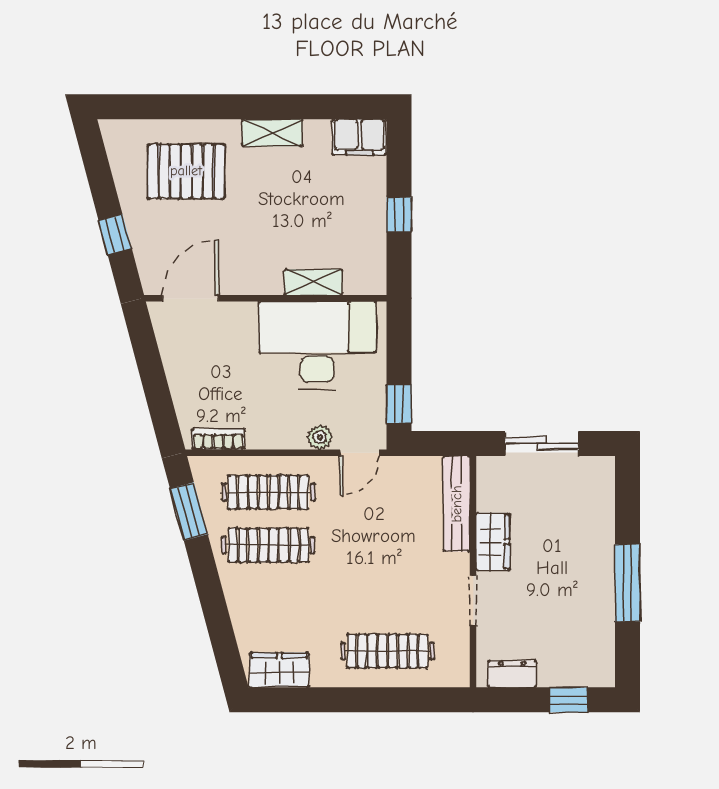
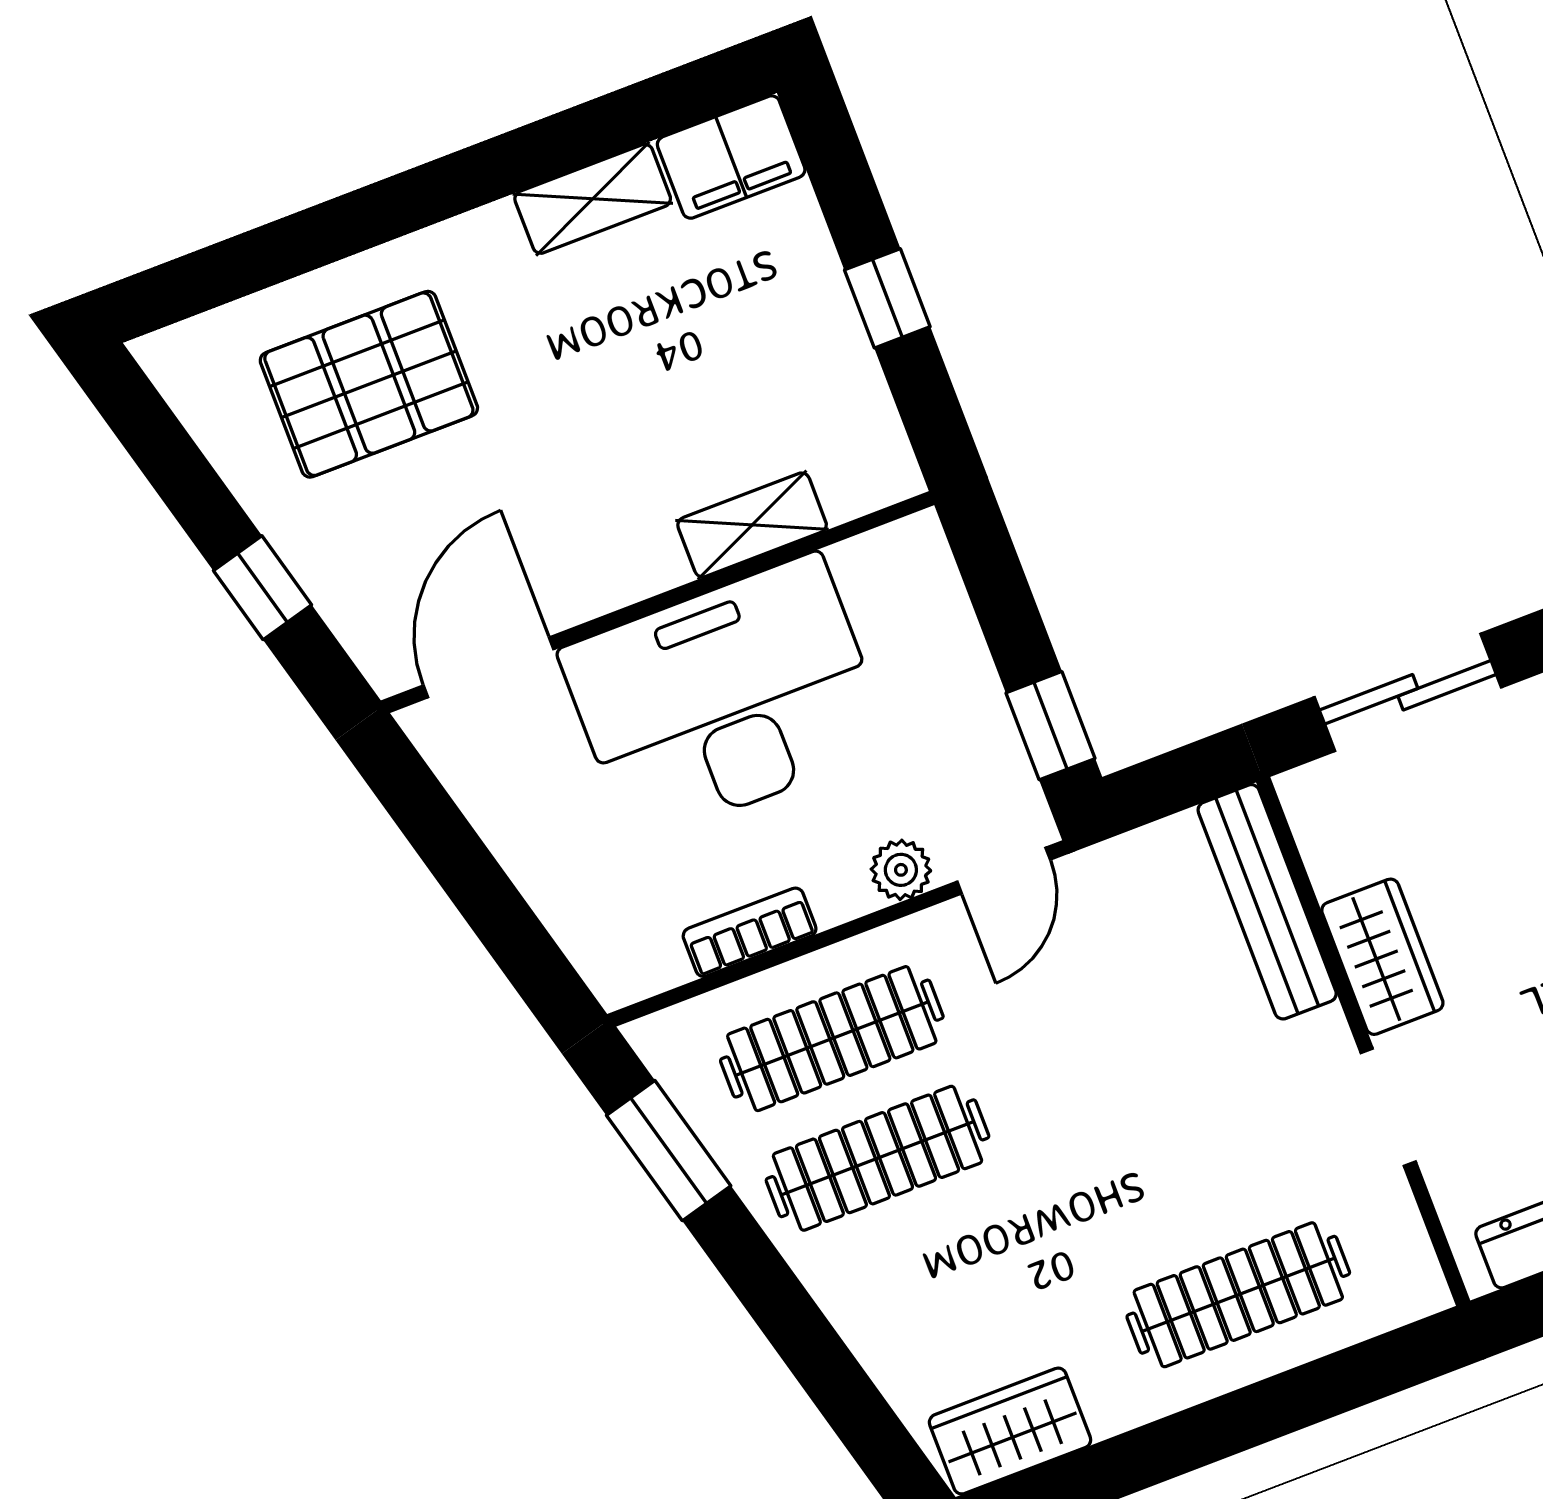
shelving: (272, 133) -> (593, 199), moved
desk: (317, 345) -> (725, 699), moved
bookcase: (218, 439) -> (750, 932), moved

